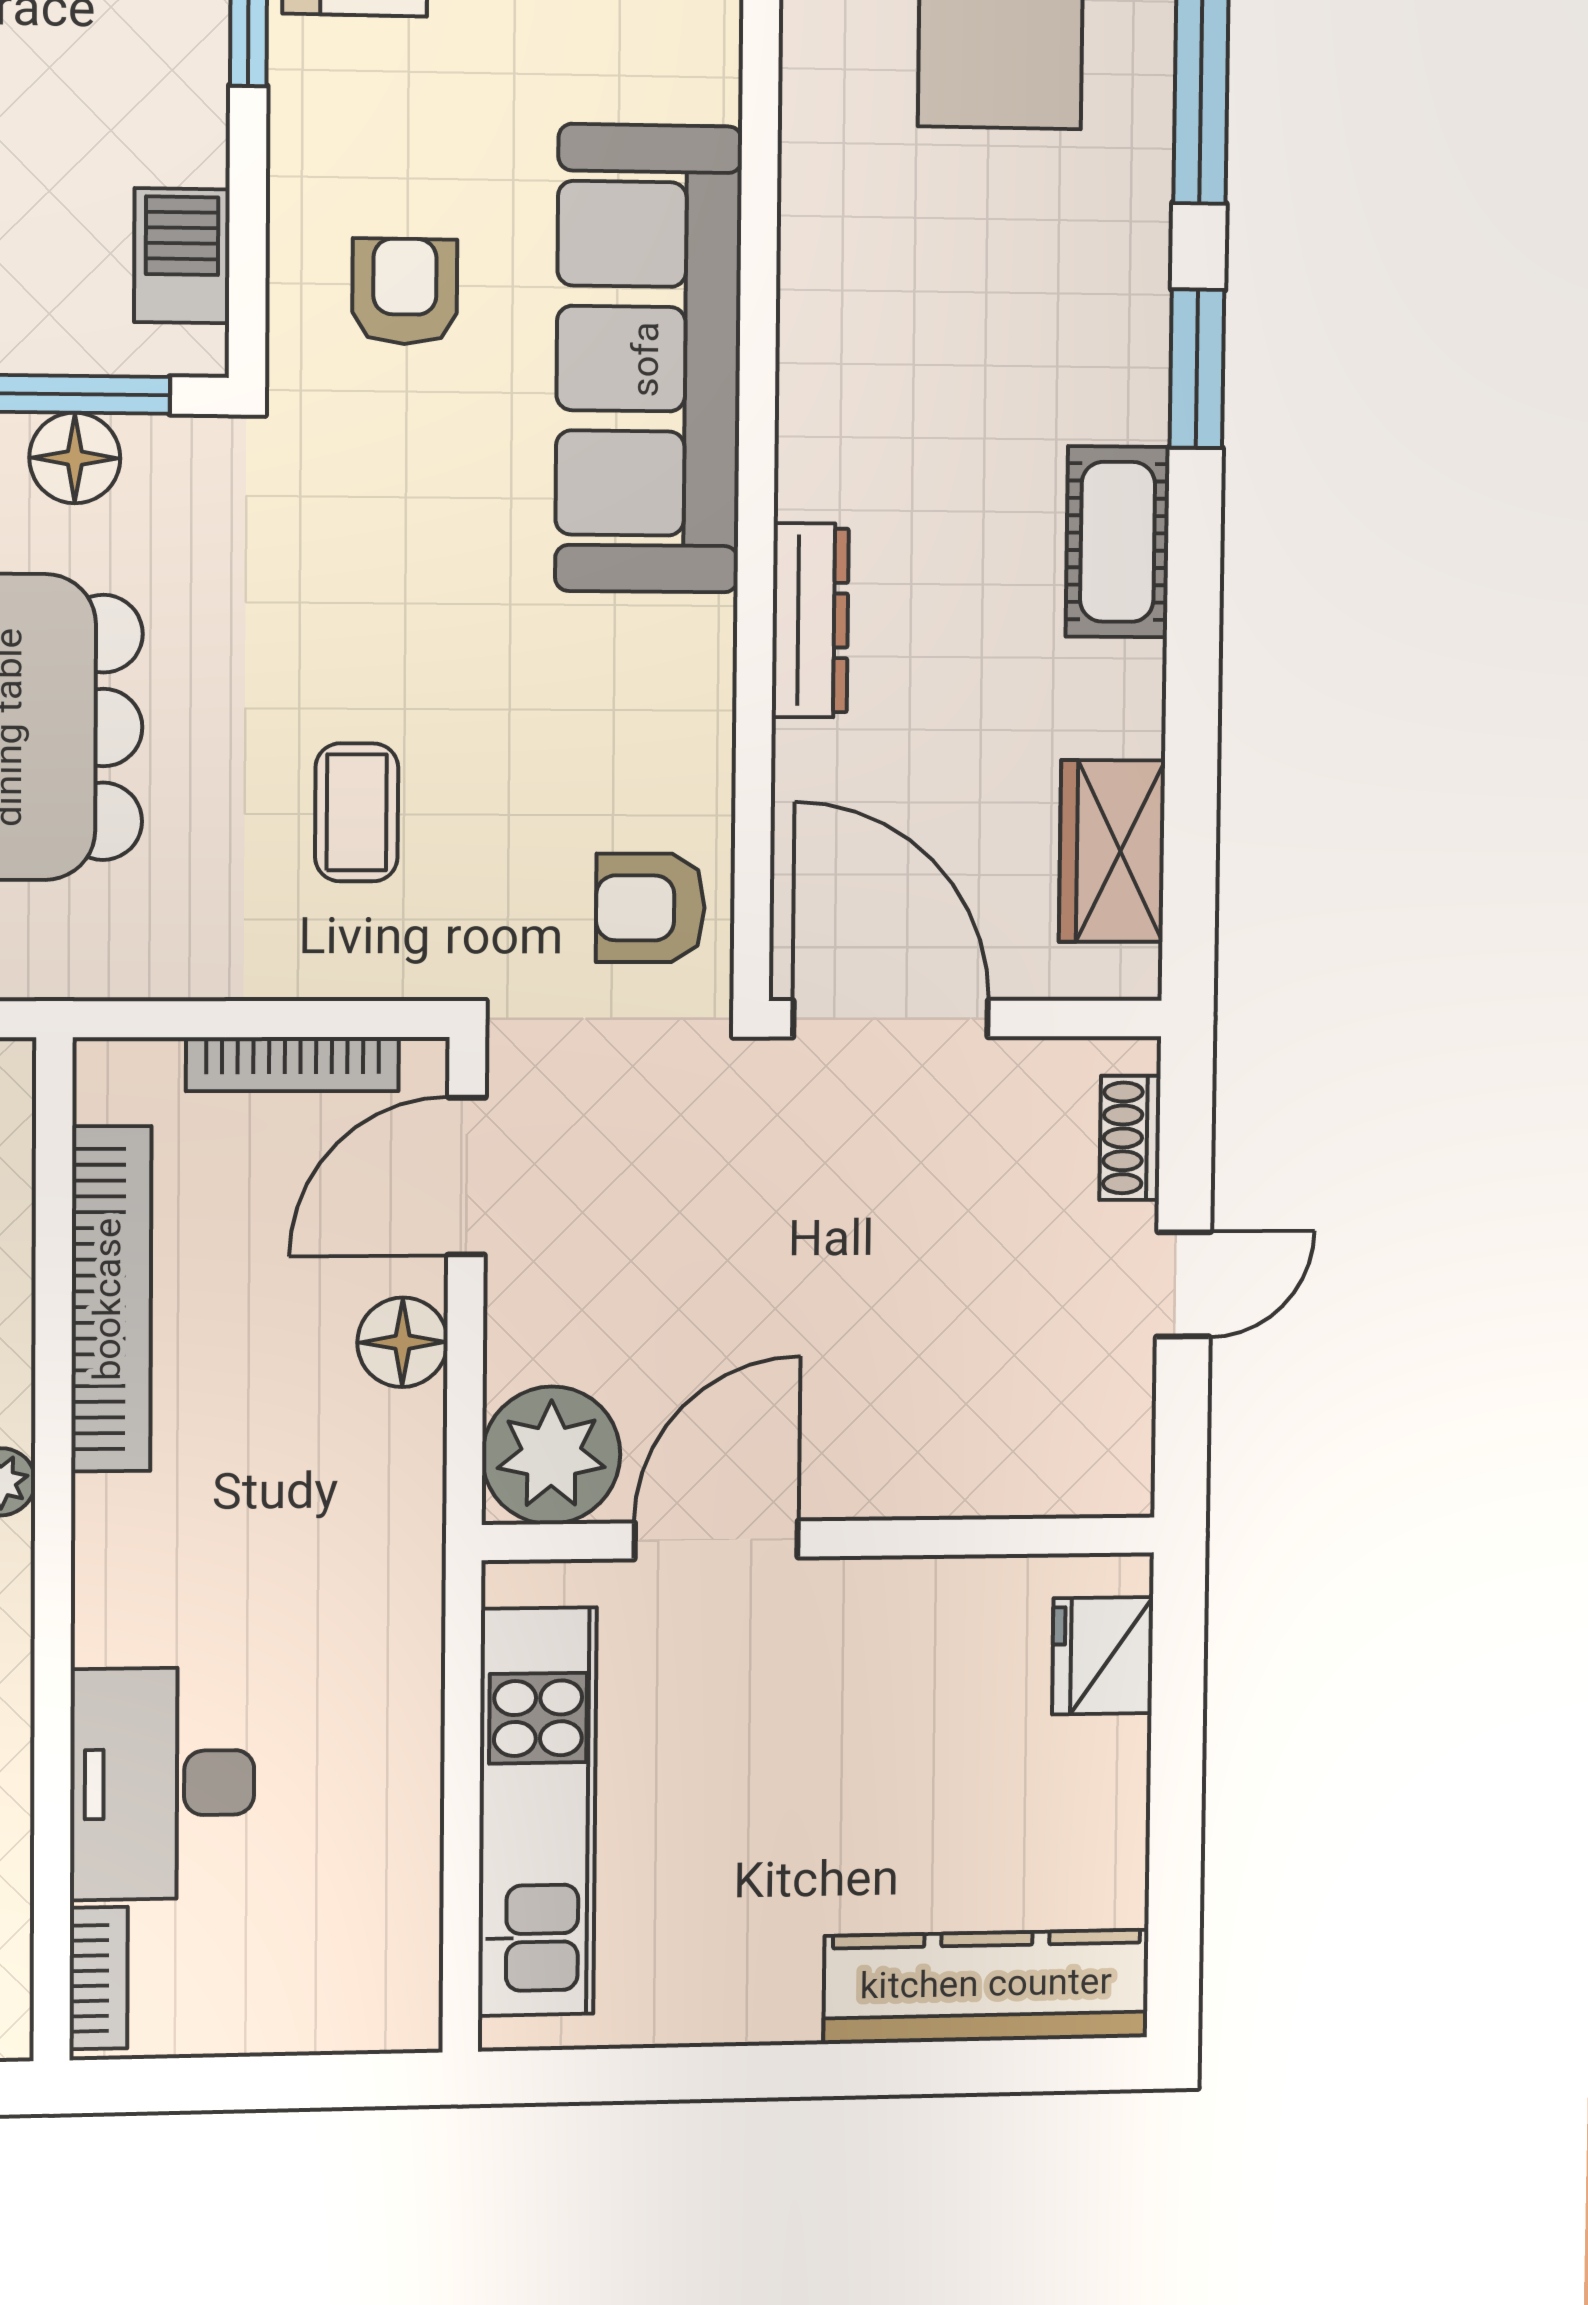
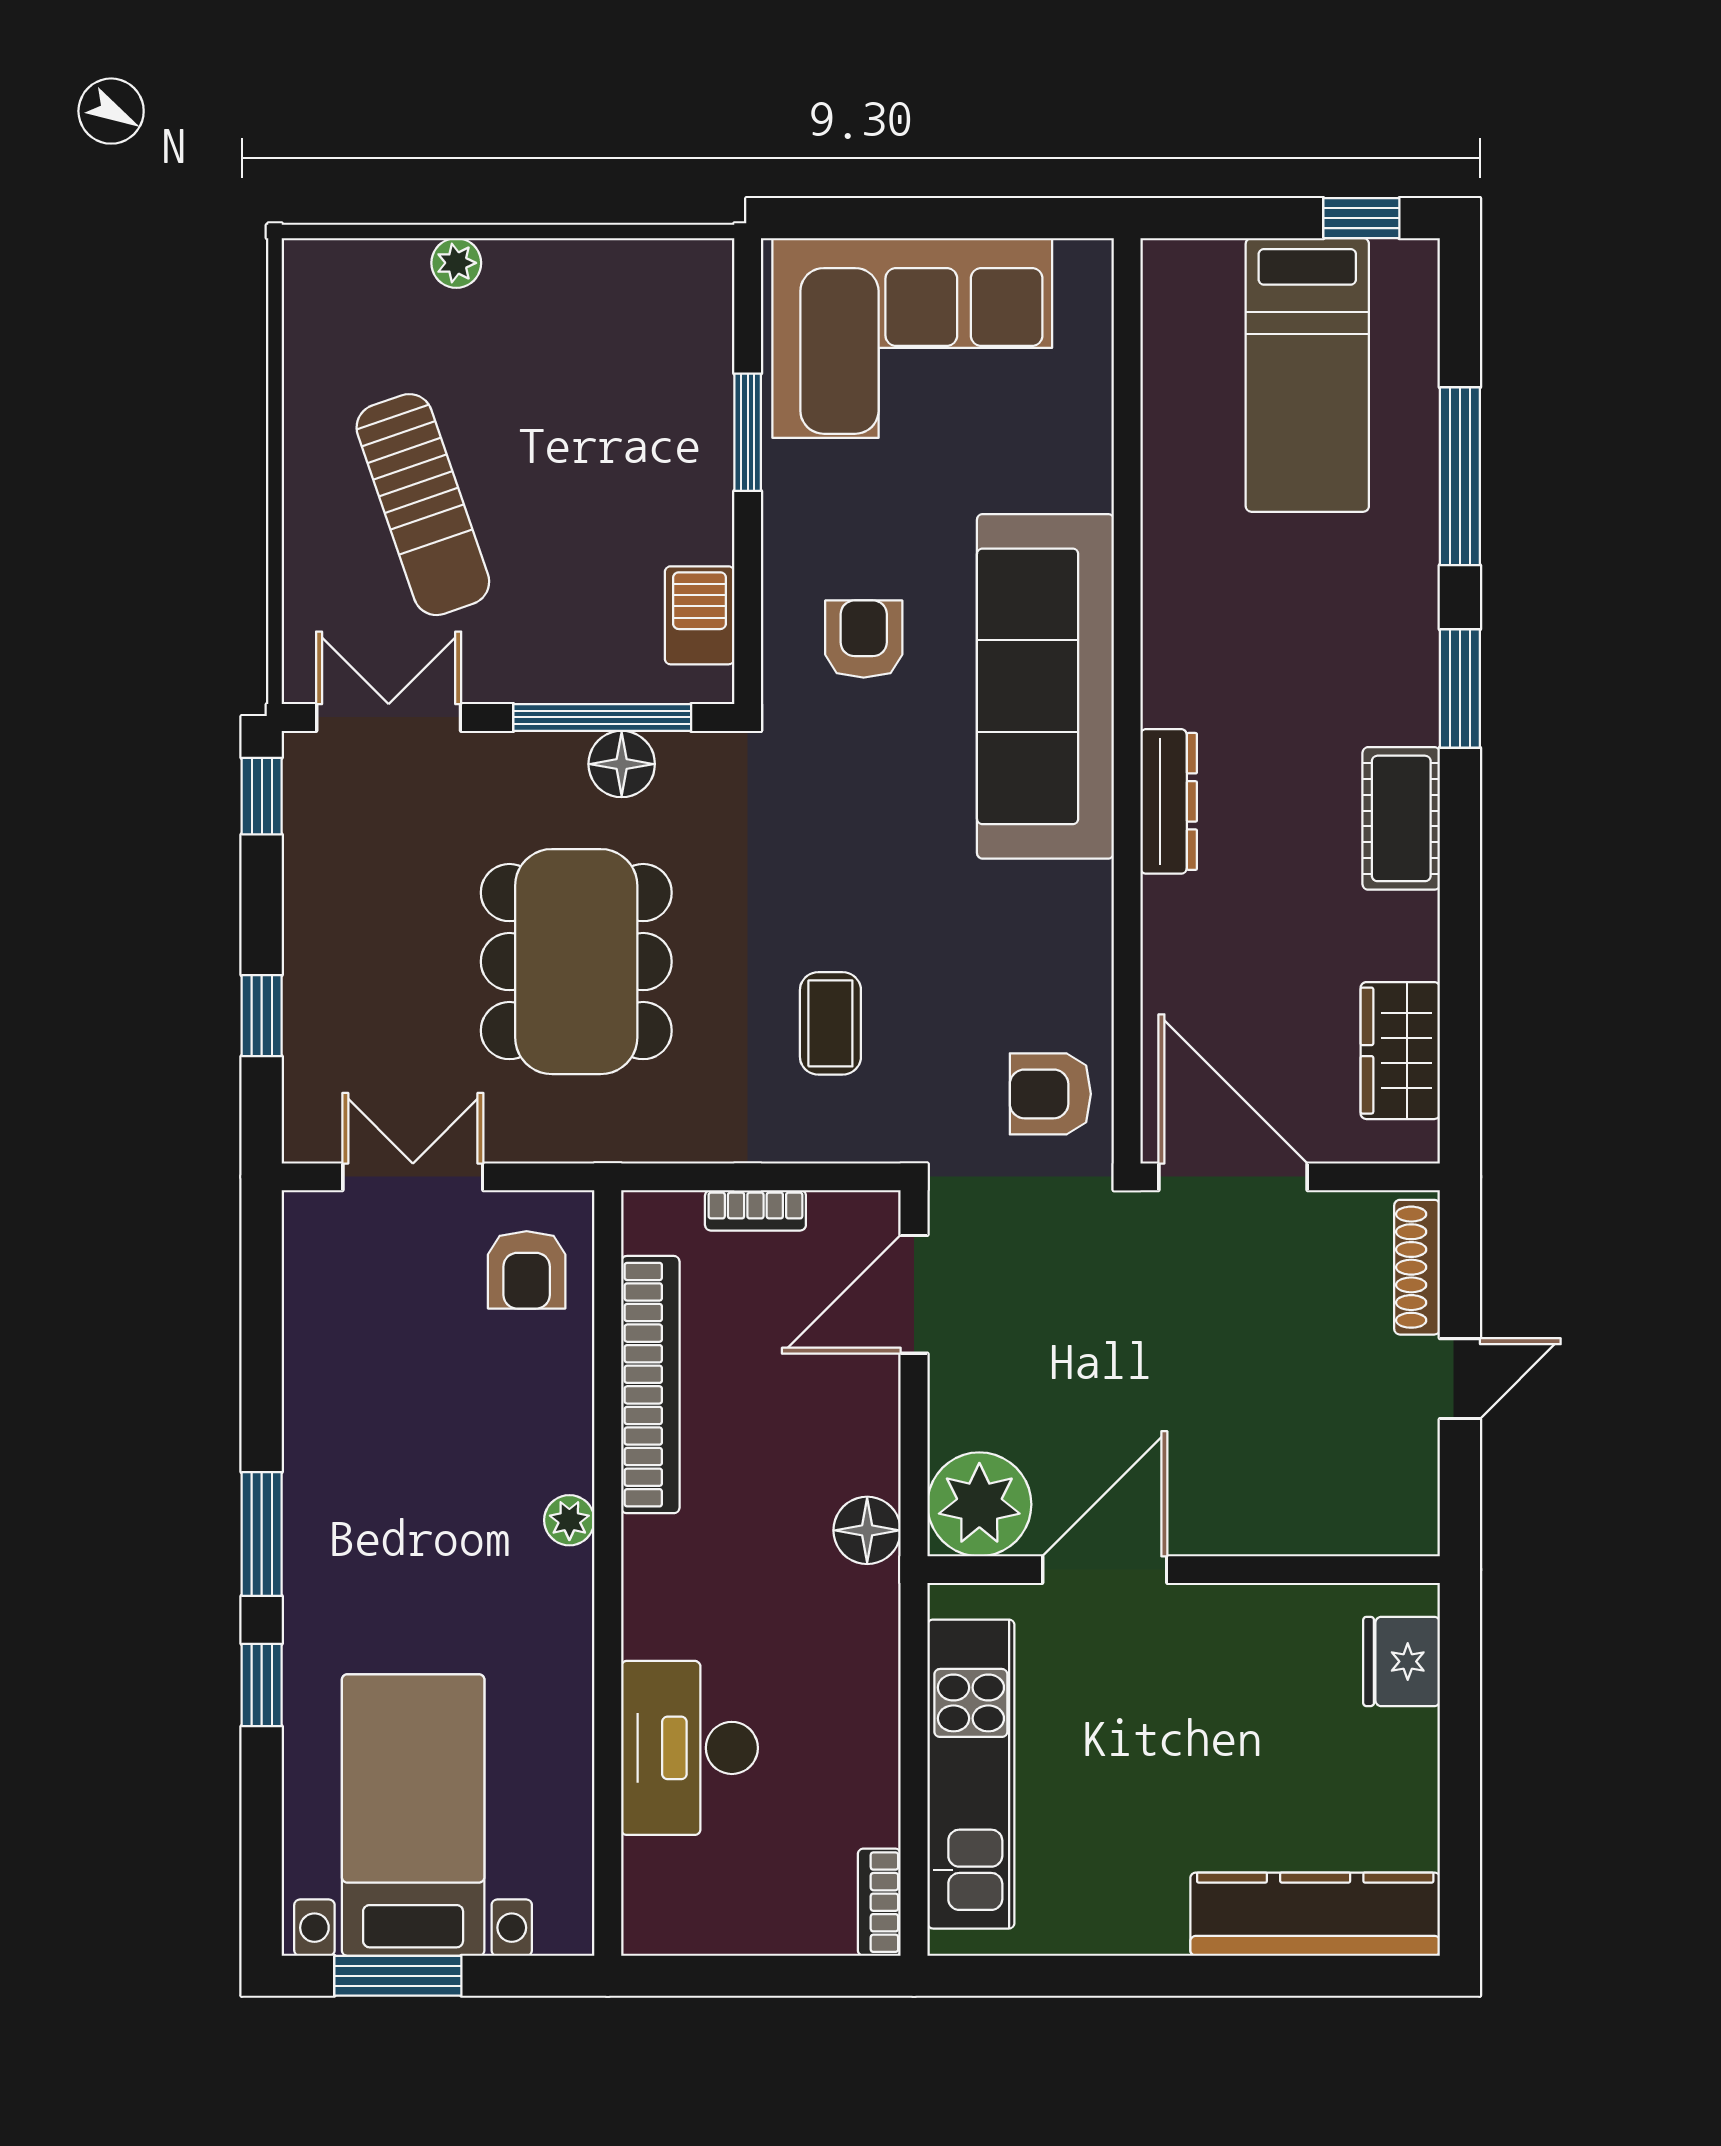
dresser: (810, 620) -> (1169, 801), moved
bookcase: (292, 1064) -> (755, 1210), width x0.64
shoe rack: (1130, 1138) -> (1417, 1267), width x1.43
floor lamp: (403, 1342) -> (867, 1530), moved
bookcase: (98, 1978) -> (879, 1902), moved, turned 180

